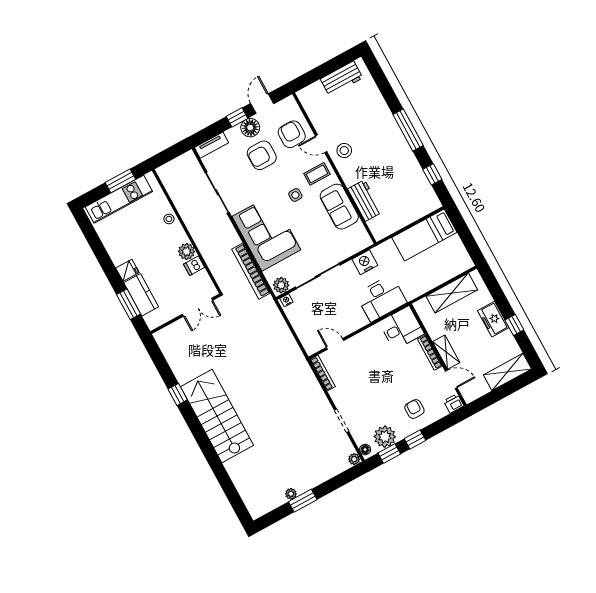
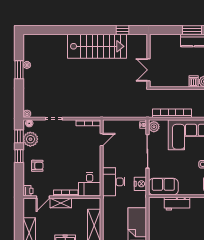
sofa: (339, 207) -> (163, 187), moved
double door: (198, 307) -> (149, 70), moved
wall: (185, 314) -> (149, 61), moved

